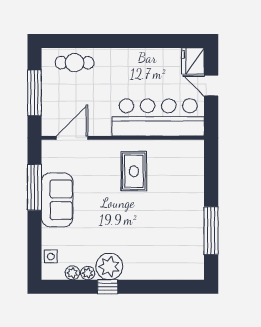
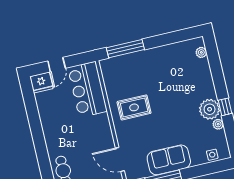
bar counter: (158, 117) -> (87, 89), width x0.73
window: (211, 231) -> (125, 49), moved
plant: (72, 273) -> (201, 52), moved

